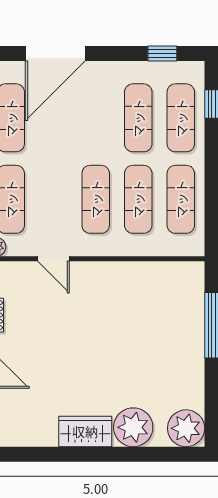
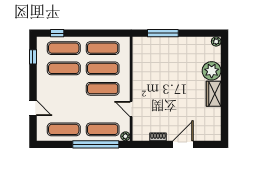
door: (55, 53) -> (33, 108), width x0.53
door: (53, 259) -> (131, 109), swing flipped
plant: (186, 428) -> (216, 41), width x0.53, depth x0.53

